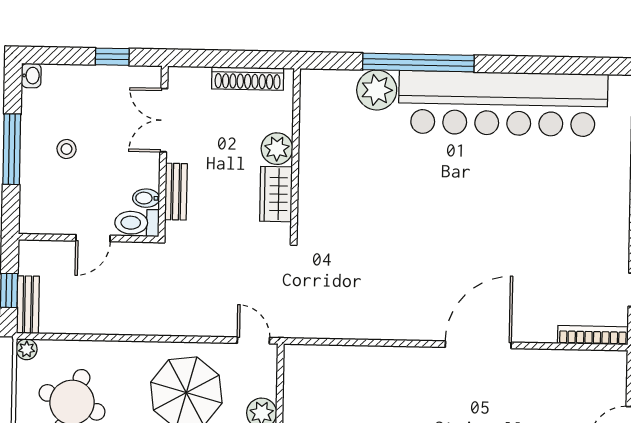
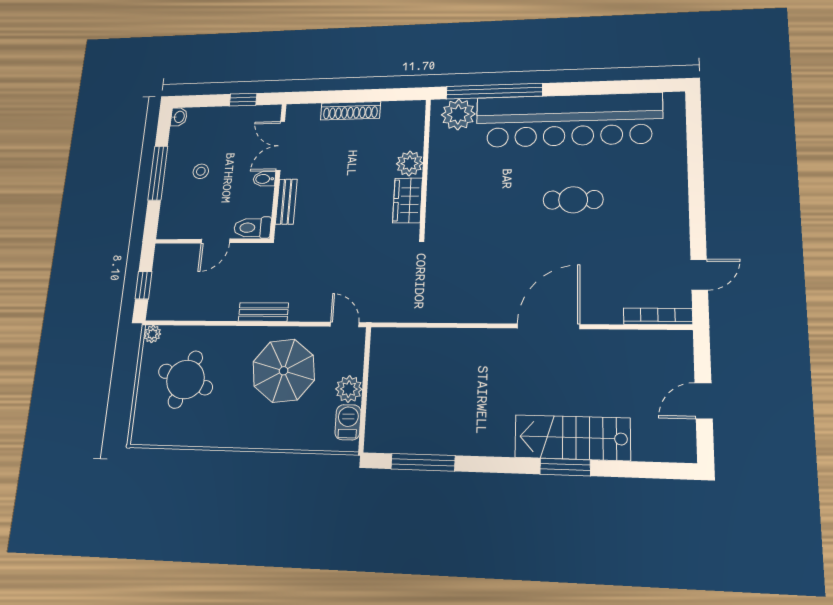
plant: (277, 149) -> (410, 164), moved
wall: (295, 154) -> (425, 167), moved
wardrobe: (276, 194) -> (408, 200), moved
bidet: (146, 198) -> (264, 179), moved
cafe table: (507, 201) -> (573, 200), added
bench: (28, 305) -> (263, 312), moved, turned 90

